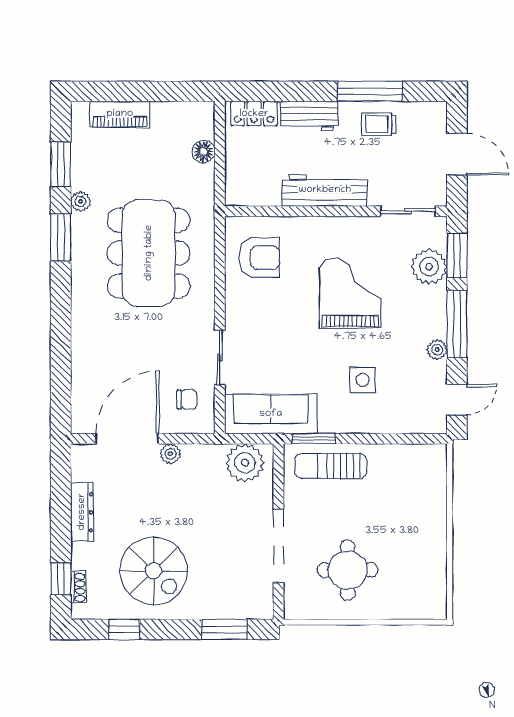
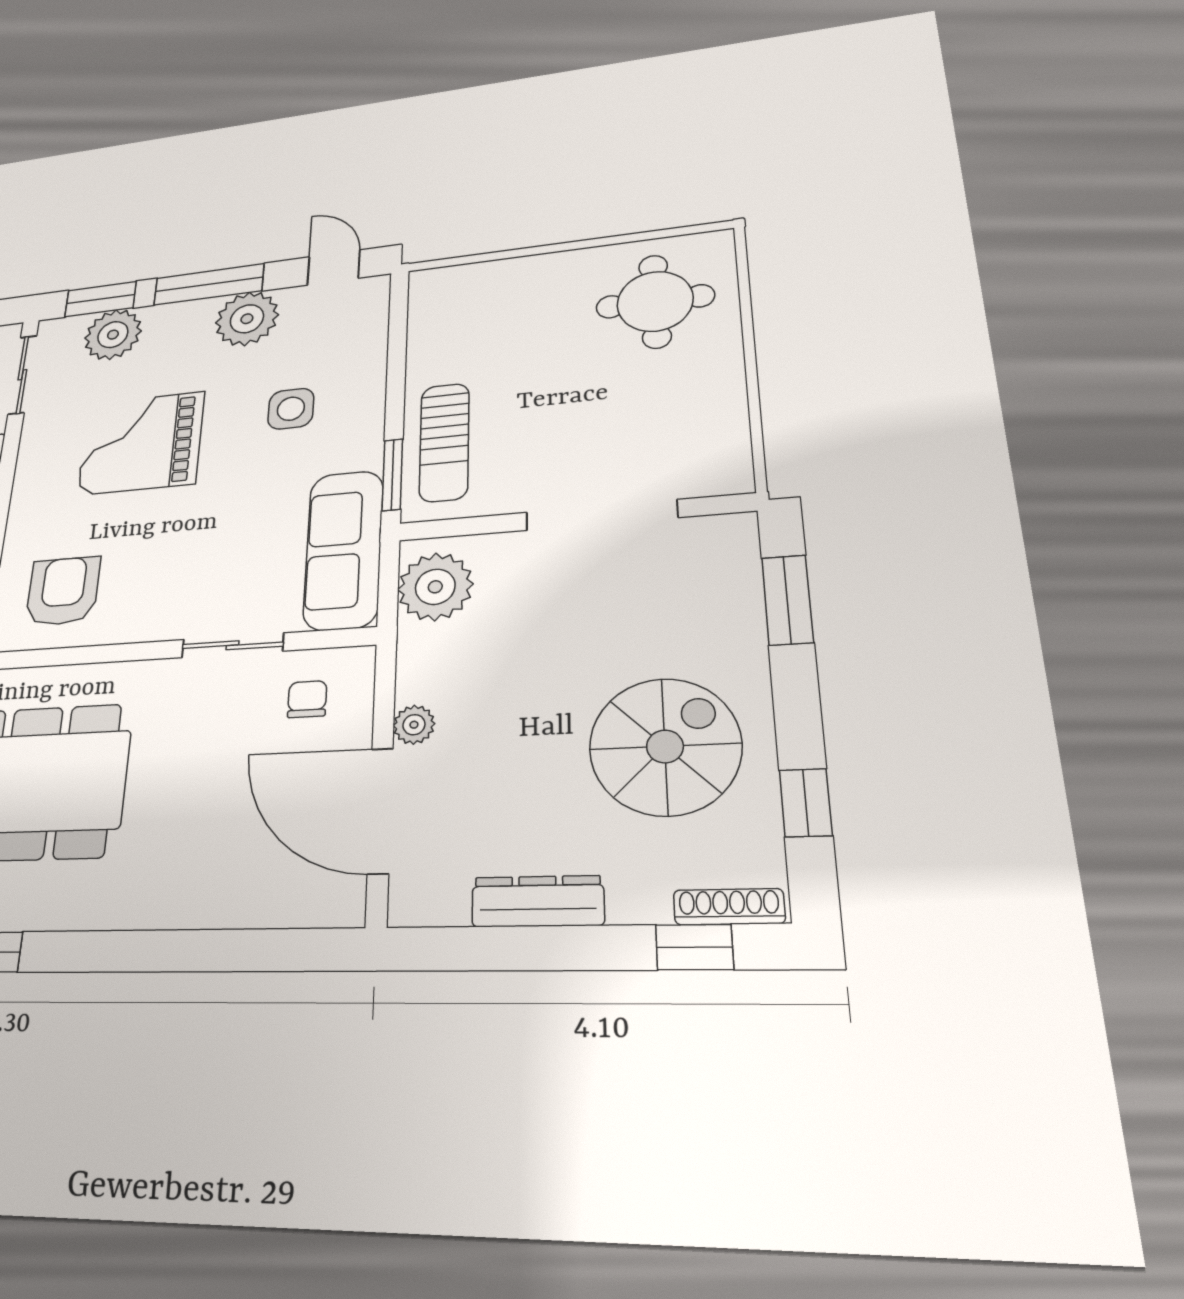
plant: (437, 350) -> (247, 319), width x1.88, depth x1.88
round table: (348, 570) -> (655, 301), moved
shoe rack: (78, 587) -> (729, 907), width x1.43

